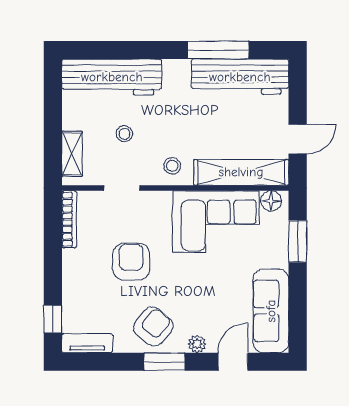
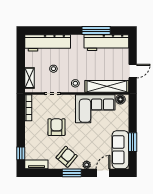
window: (298, 241) -> (133, 142), moved

